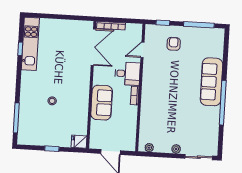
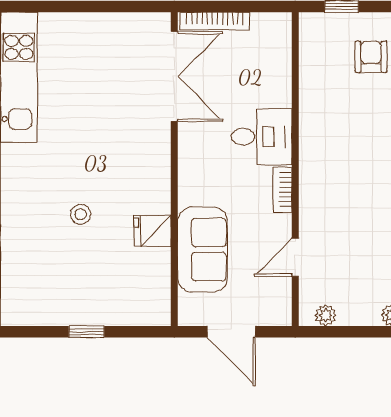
door: (142, 50) -> (295, 257), moved
sofa: (102, 103) -> (202, 249), moved
fridge: (79, 142) -> (153, 231), moved

